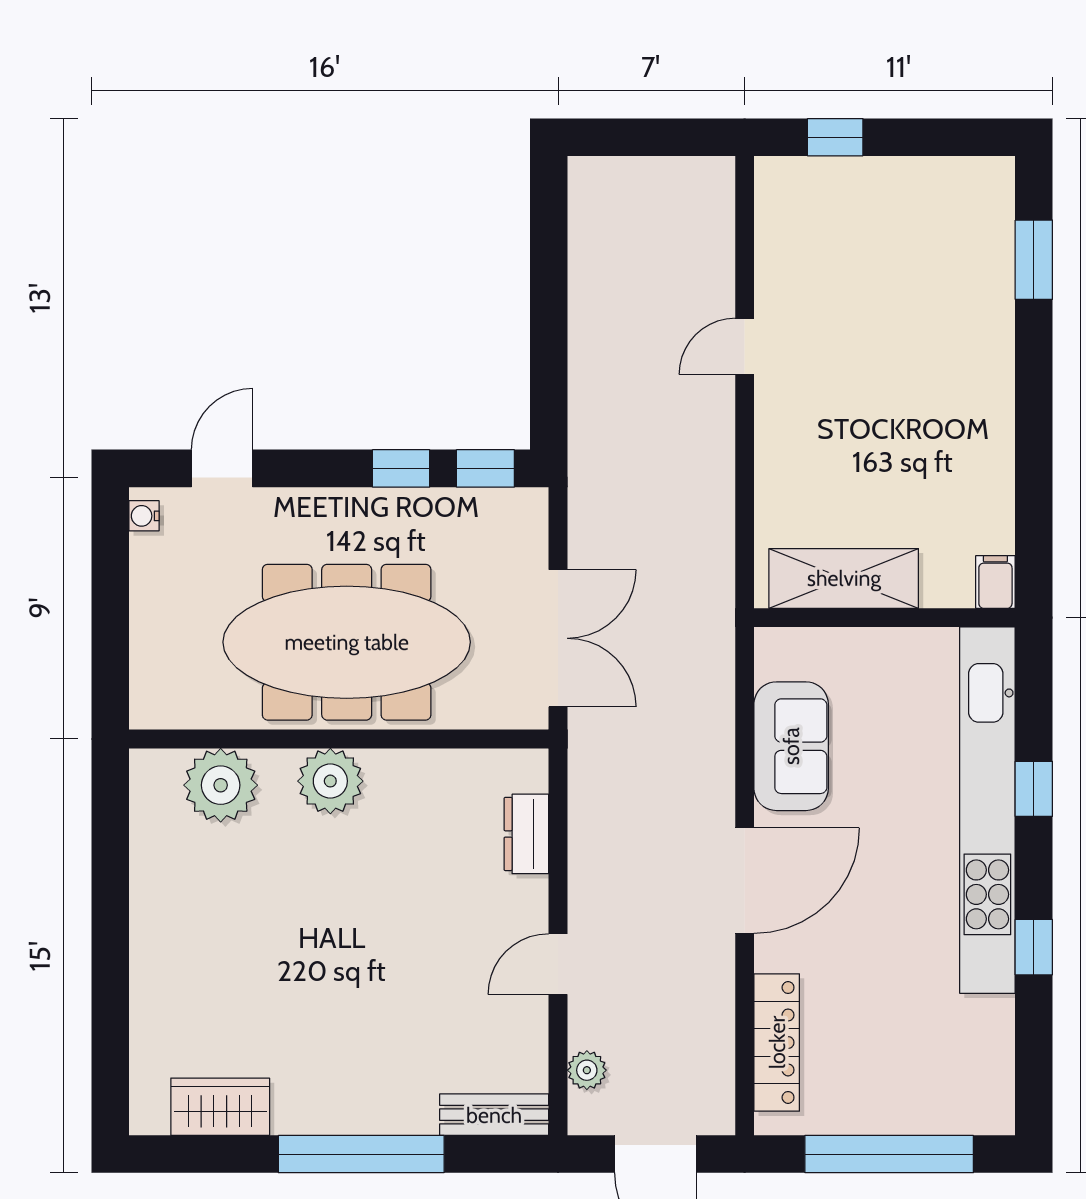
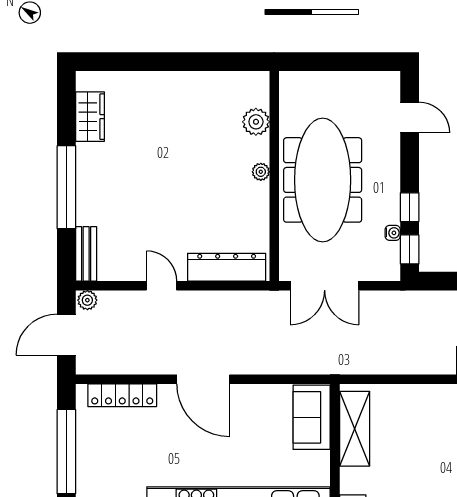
water cooler: (144, 516) -> (393, 233), moved, turned 90
sofa: (791, 746) -> (312, 417), moved, turned 90
plant: (330, 781) -> (261, 172), width x0.53, depth x0.53
plant: (221, 785) -> (256, 122), width x0.73, depth x0.73
dresser: (526, 834) -> (227, 267), width x1.96, depth x1.24
plant: (587, 1070) -> (87, 300), moved

